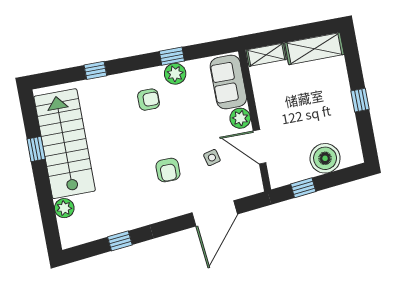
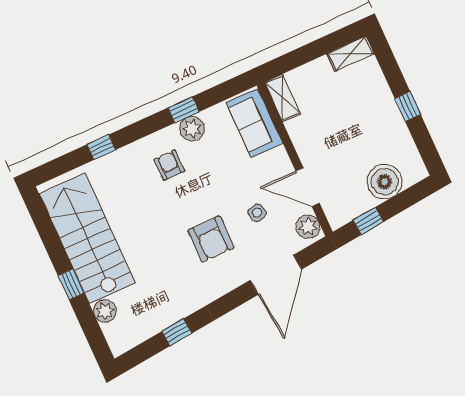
shelving: (314, 49) -> (350, 54), width x0.67, depth x0.75
shelving: (266, 55) -> (282, 98), moved, turned 90
armchair: (149, 100) -> (169, 165), turned -90
plant: (240, 118) -> (308, 227), moved
window: (36, 149) -> (71, 284), moved
armchair: (168, 170) -> (211, 239), width x1.38, depth x1.38

